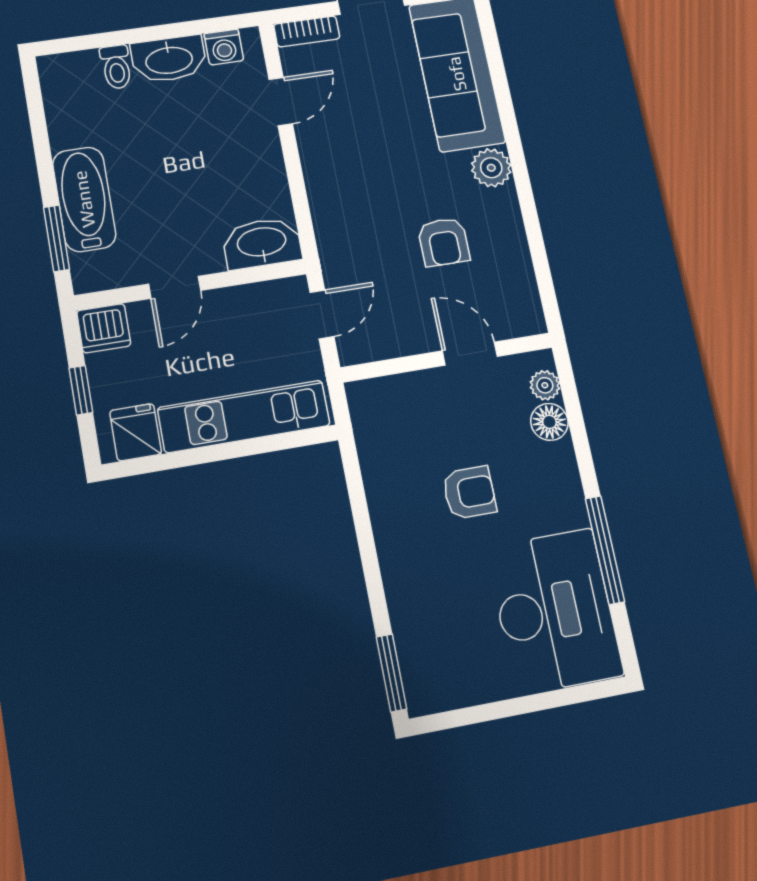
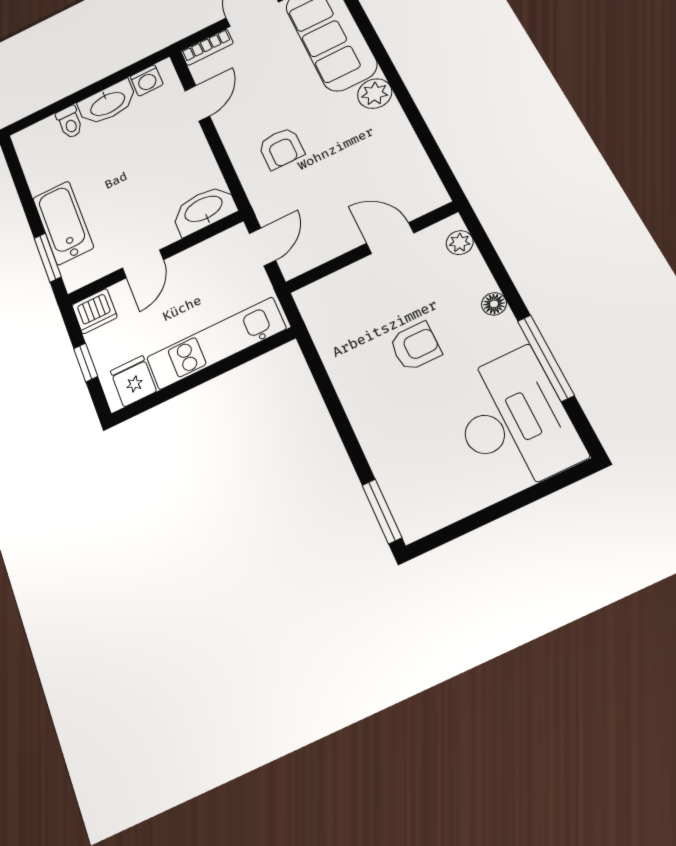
armchair: (444, 242) -> (281, 148), moved
floor lamp: (549, 422) -> (494, 304), moved, width x0.73, depth x0.73

